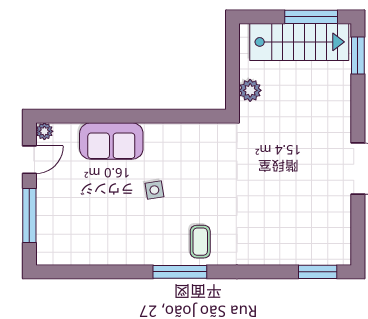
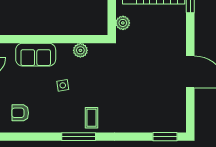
plant: (183, 134) -> (80, 50), added
armchair: (87, 234) -> (20, 113), added

